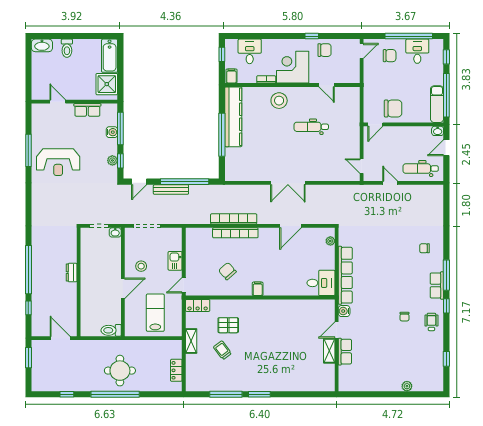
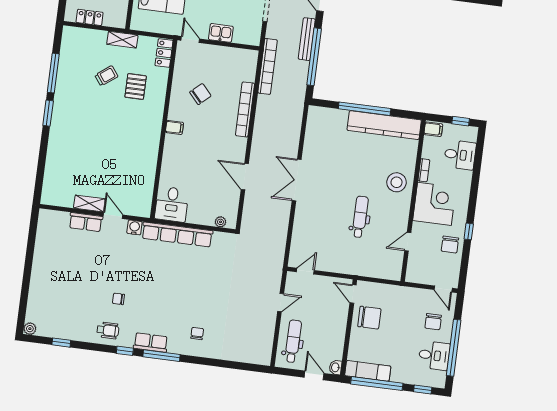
chair: (393, 108) -> (369, 318), turned -90
bookcase: (234, 219) -> (268, 66), moved
plant: (407, 386) -> (30, 329), moved

